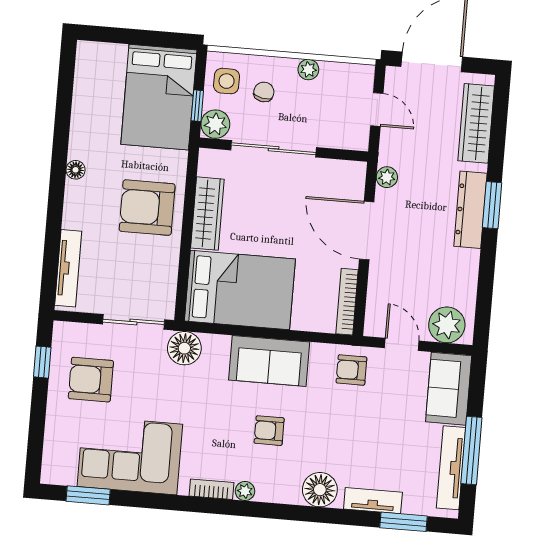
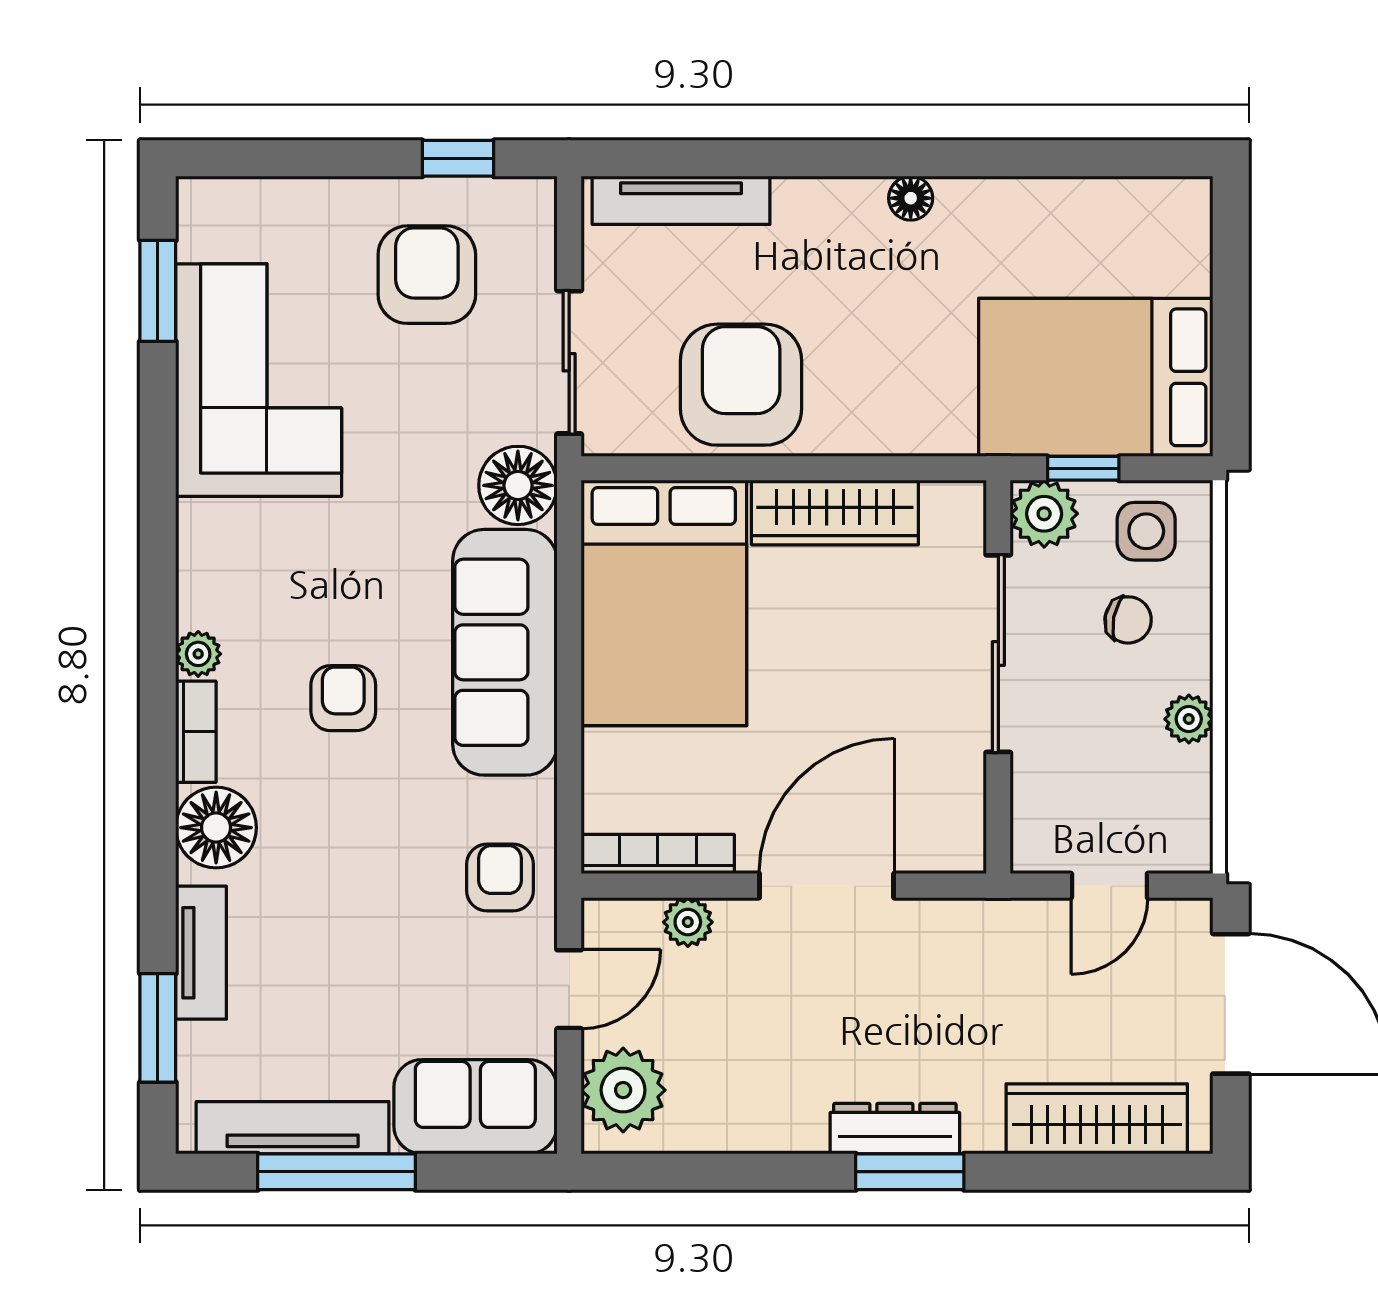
plant: (387, 177) -> (688, 922), moved
armchair: (147, 208) -> (741, 385), moved
dresser: (470, 210) -> (895, 1129), width x0.73, depth x0.80
sofa: (269, 361) -> (505, 652), width x1.36
bookcase: (212, 489) -> (196, 732), moved

